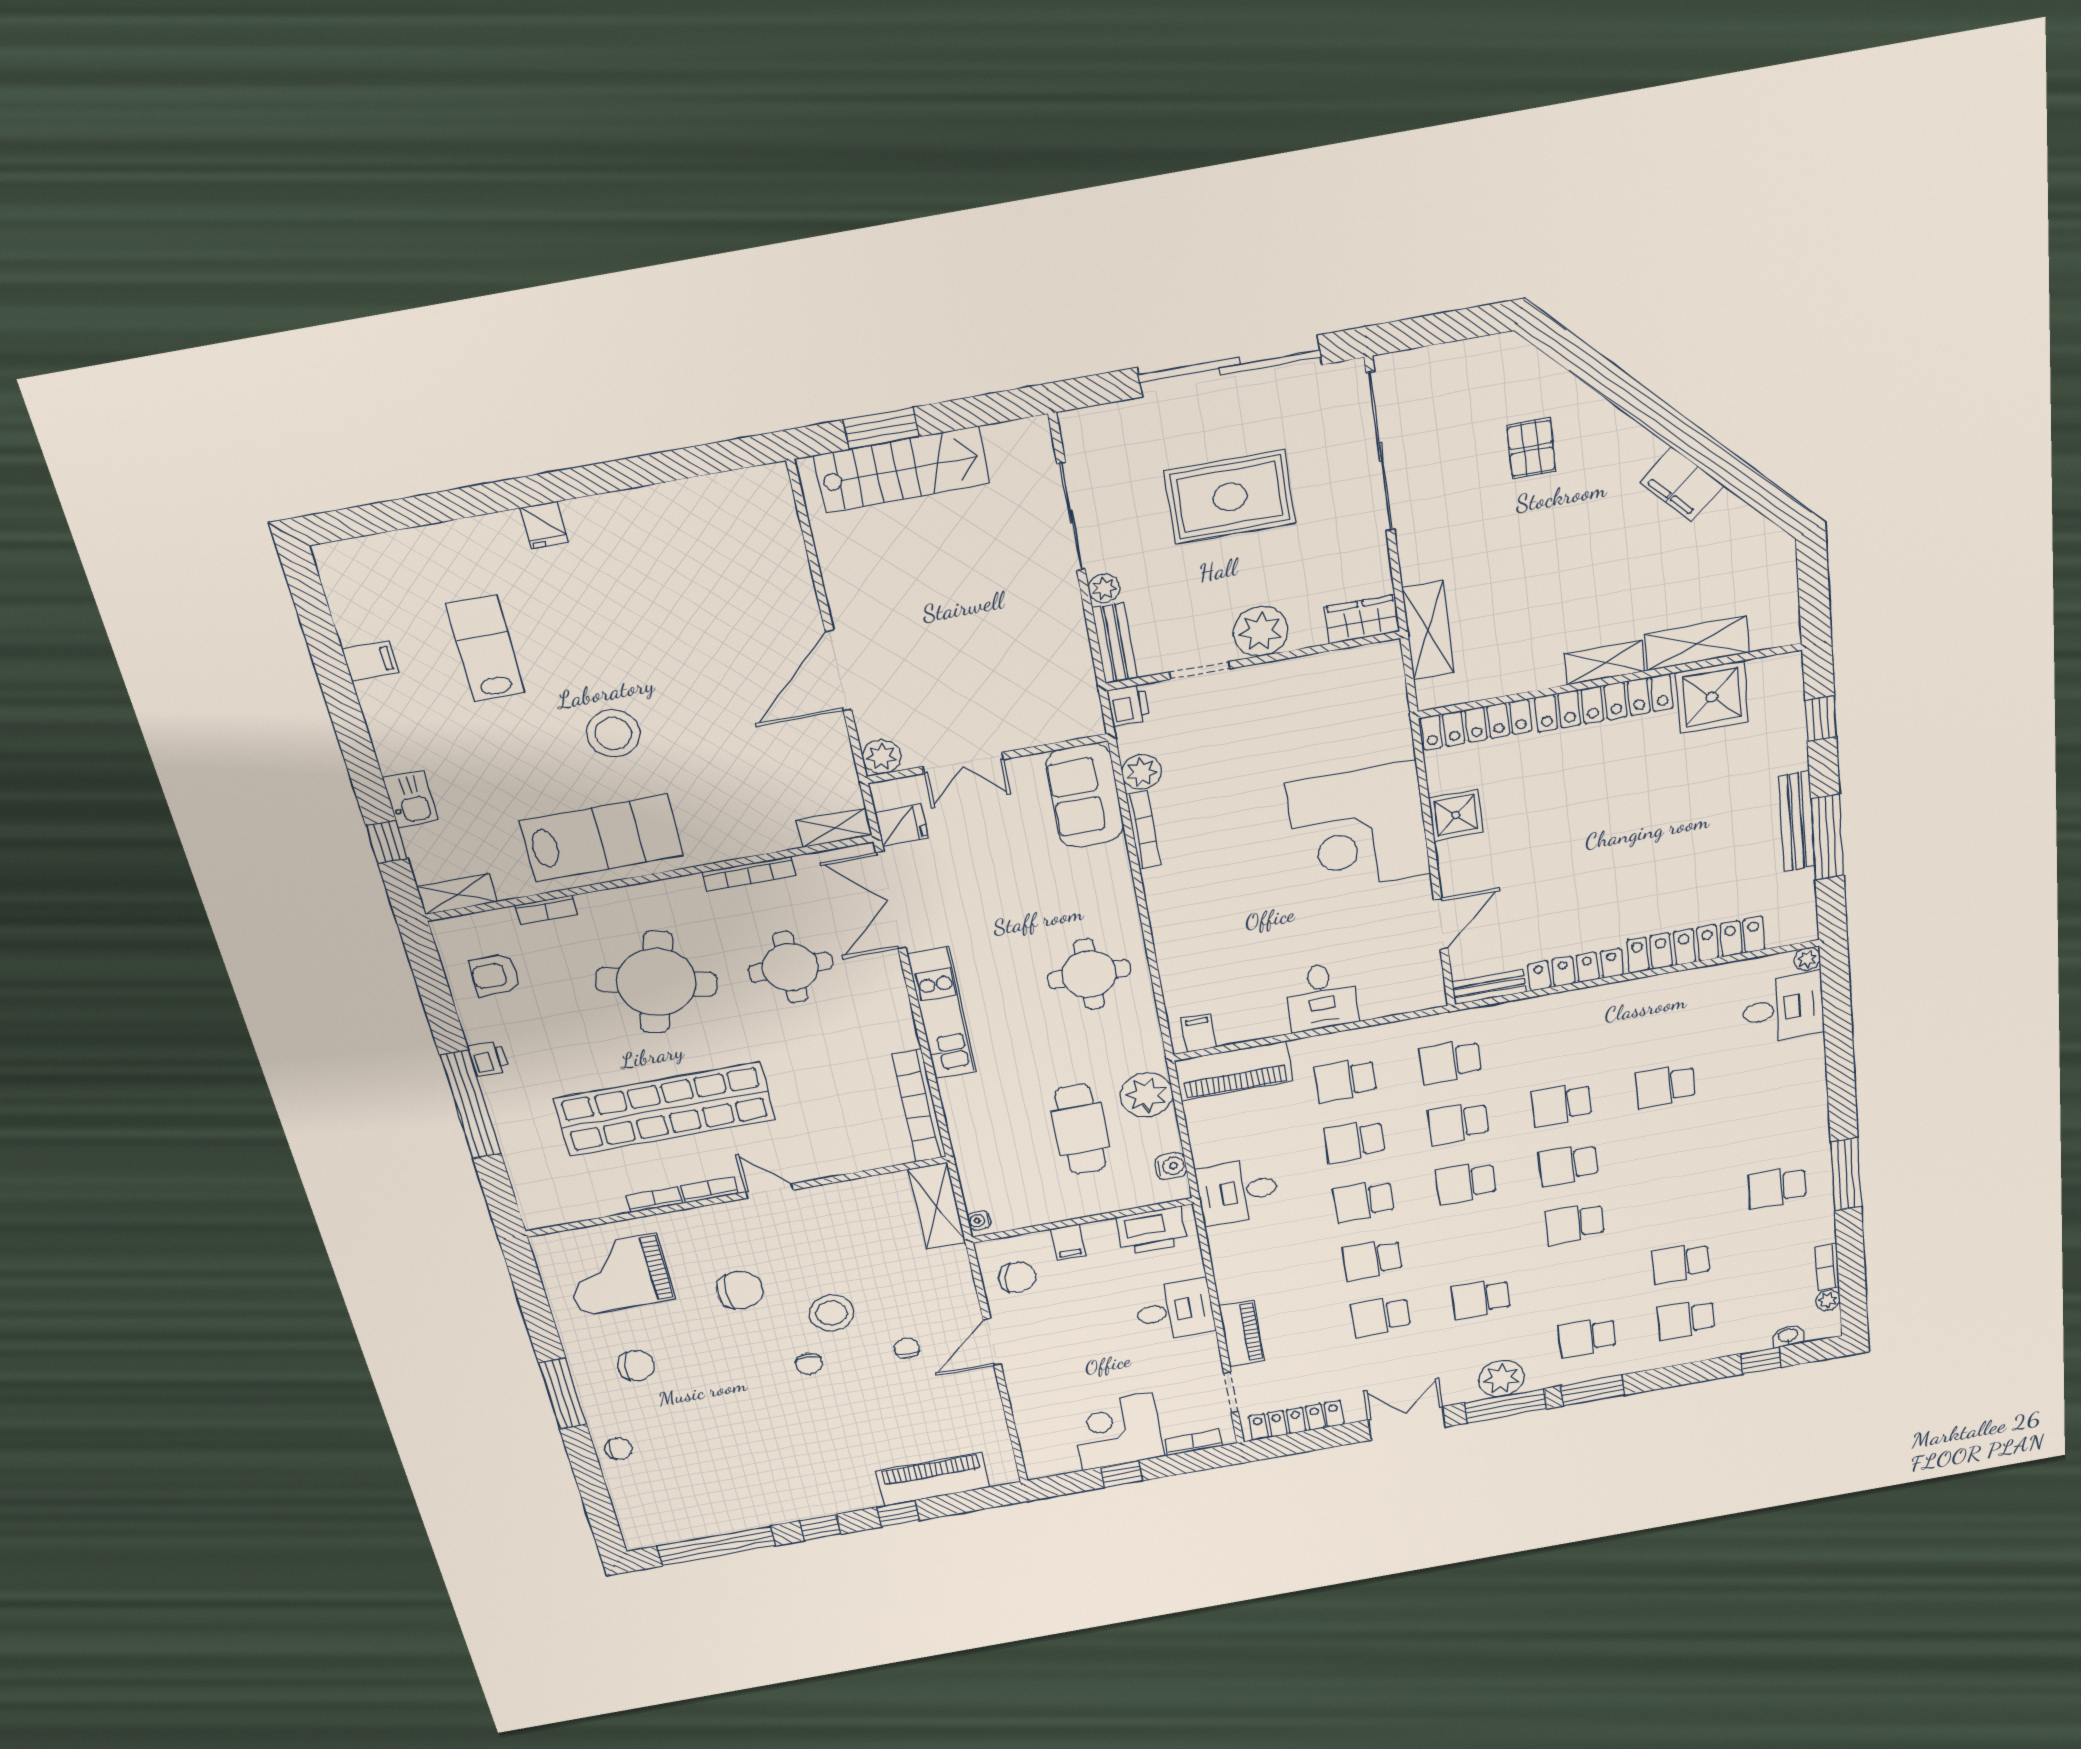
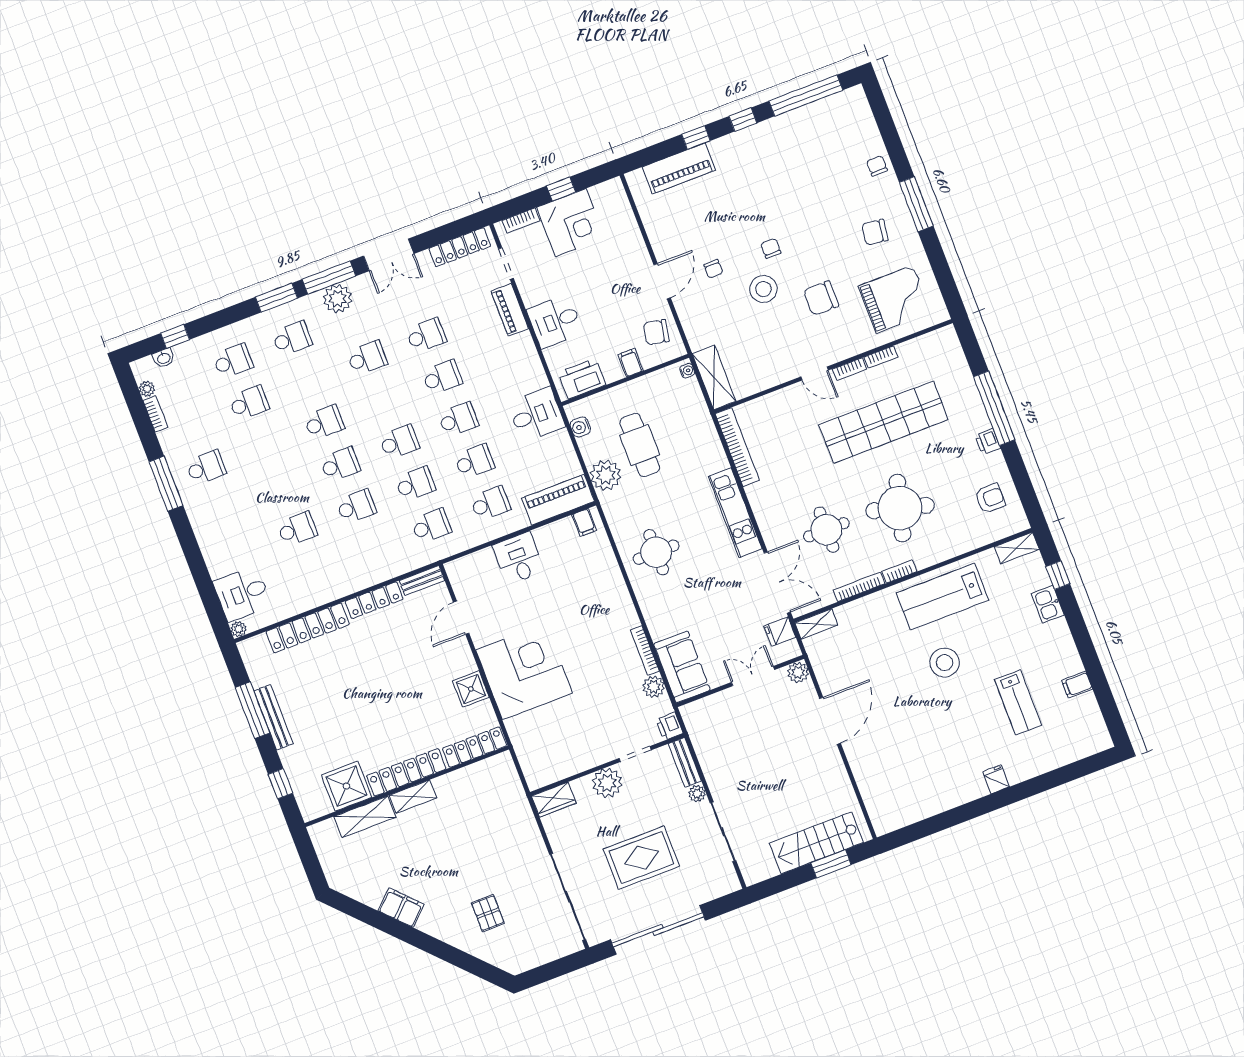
shelving: (1428, 630) -> (516, 799), removed
bookcase: (546, 910) -> (899, 571), moved
chair: (619, 1449) -> (877, 166), turned 90

